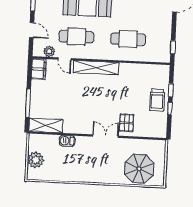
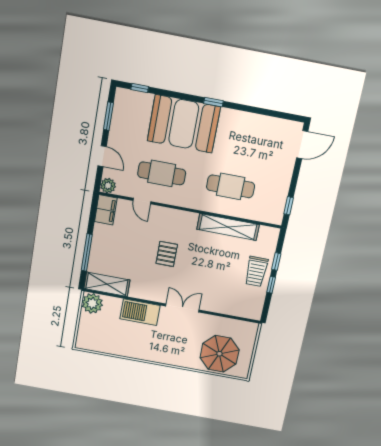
plant: (49, 51) -> (108, 186), moved
shelving: (96, 68) -> (228, 227), moved
pallet: (127, 123) -> (167, 254), moved
barbecue: (67, 141) -> (140, 312), width x1.88, depth x1.53
plant: (35, 160) -> (92, 303), moved

